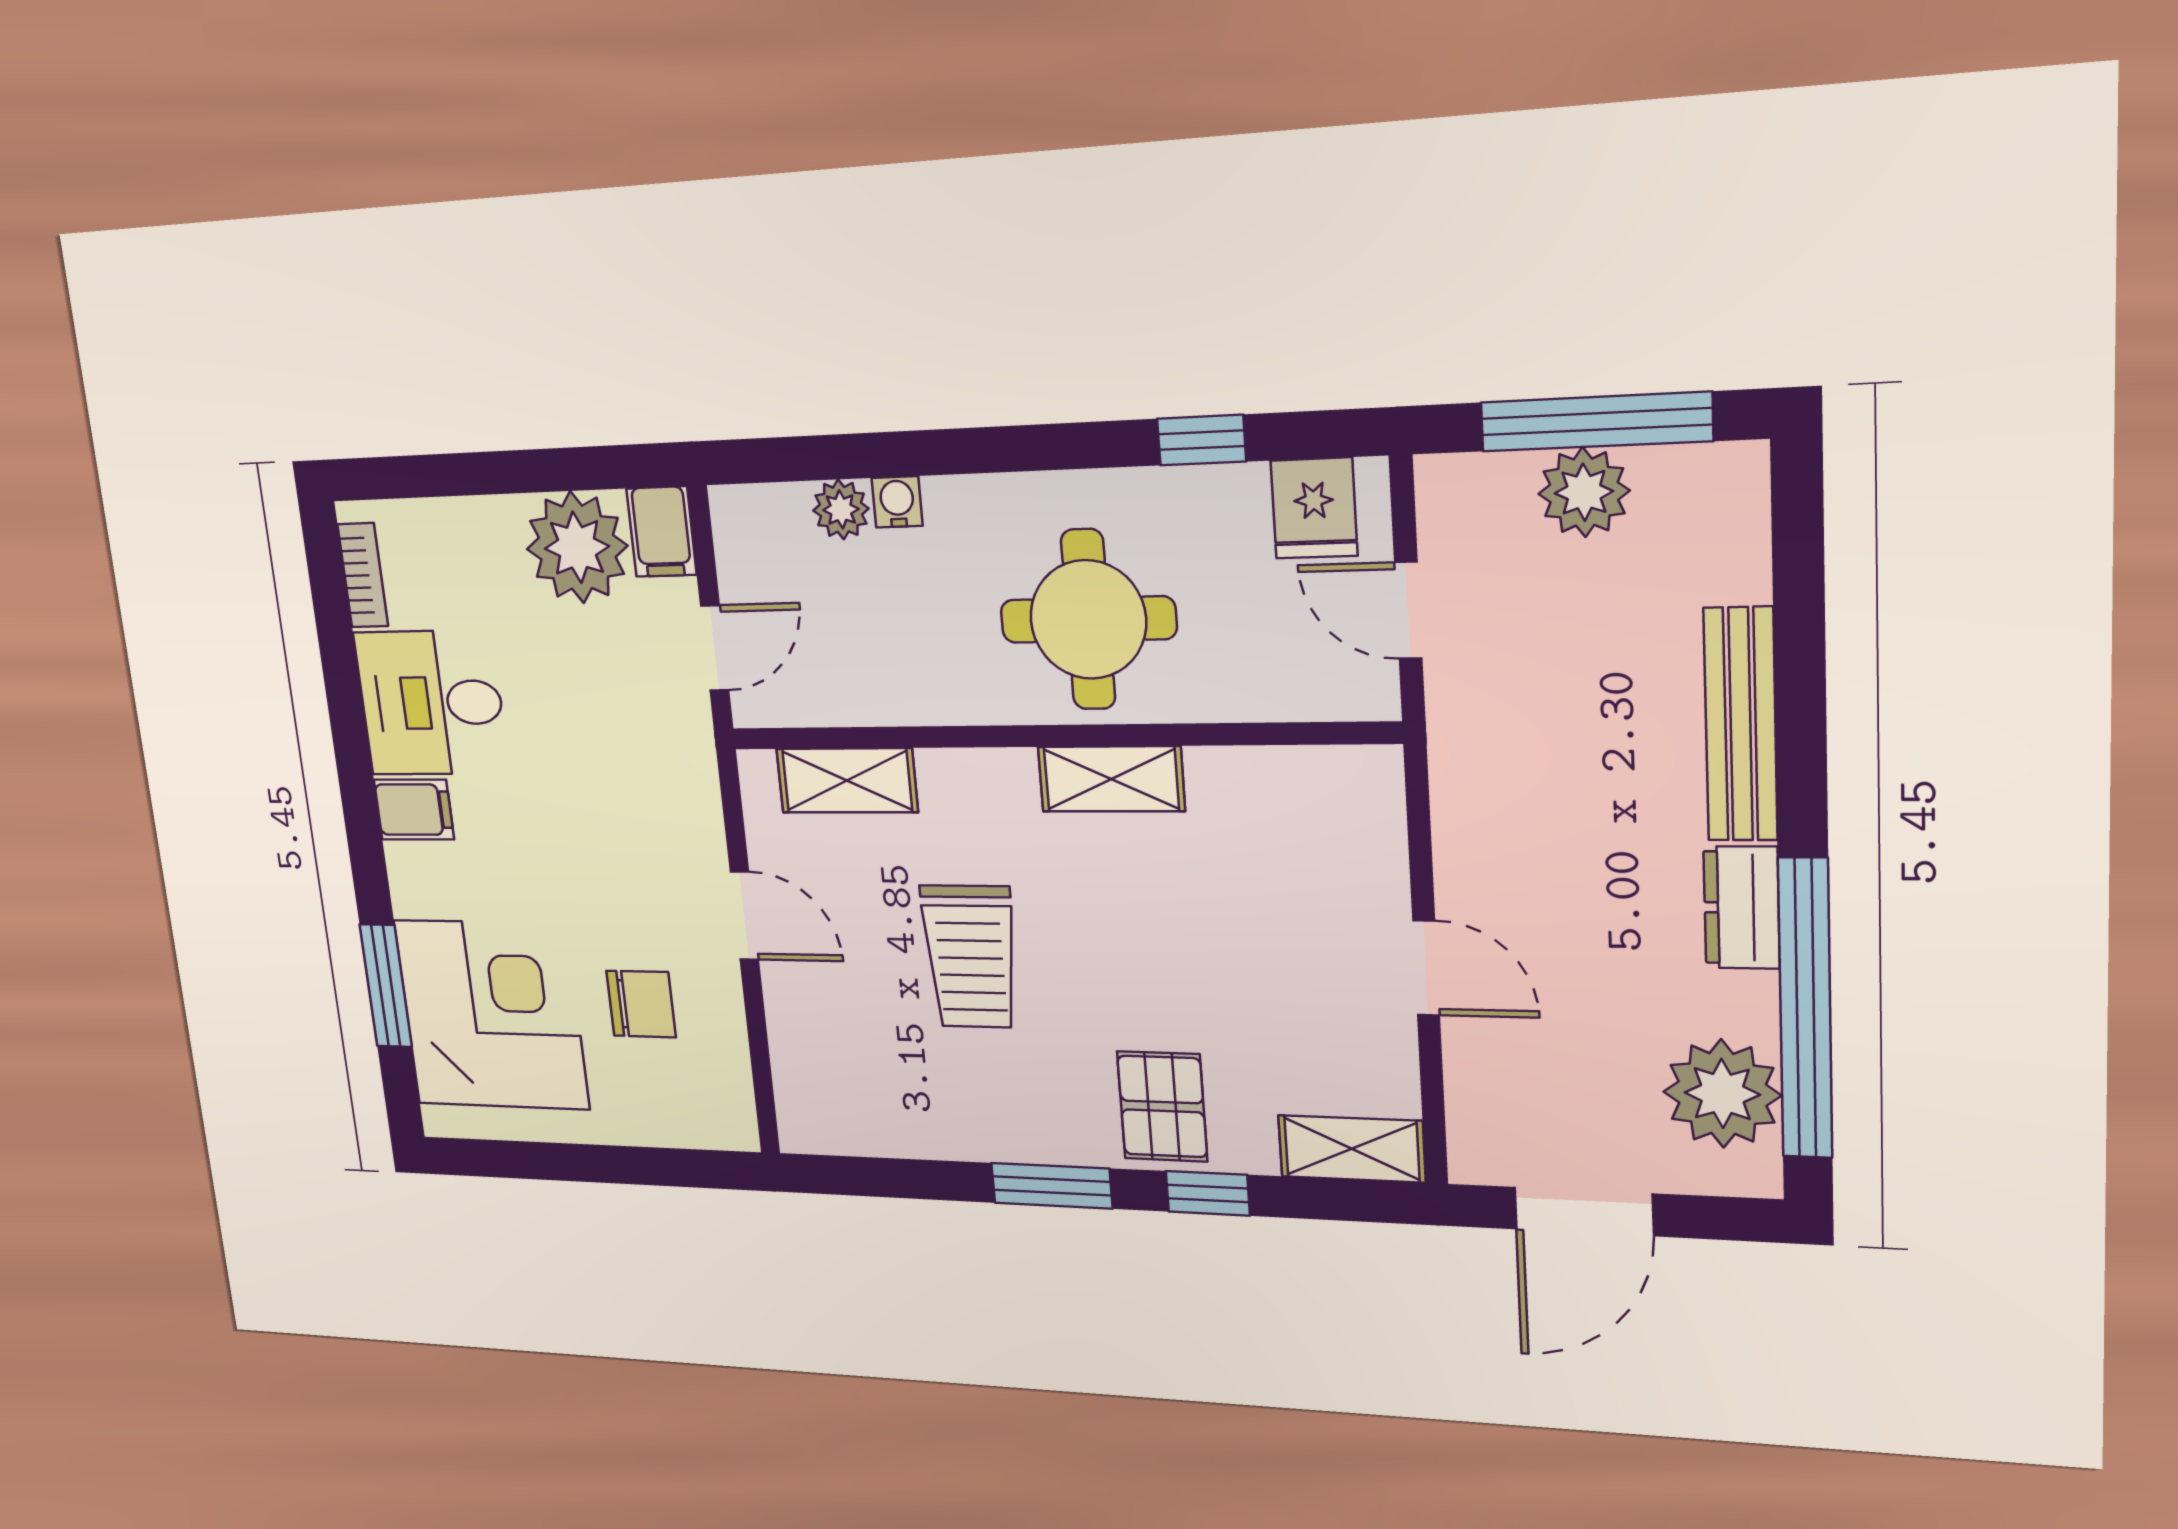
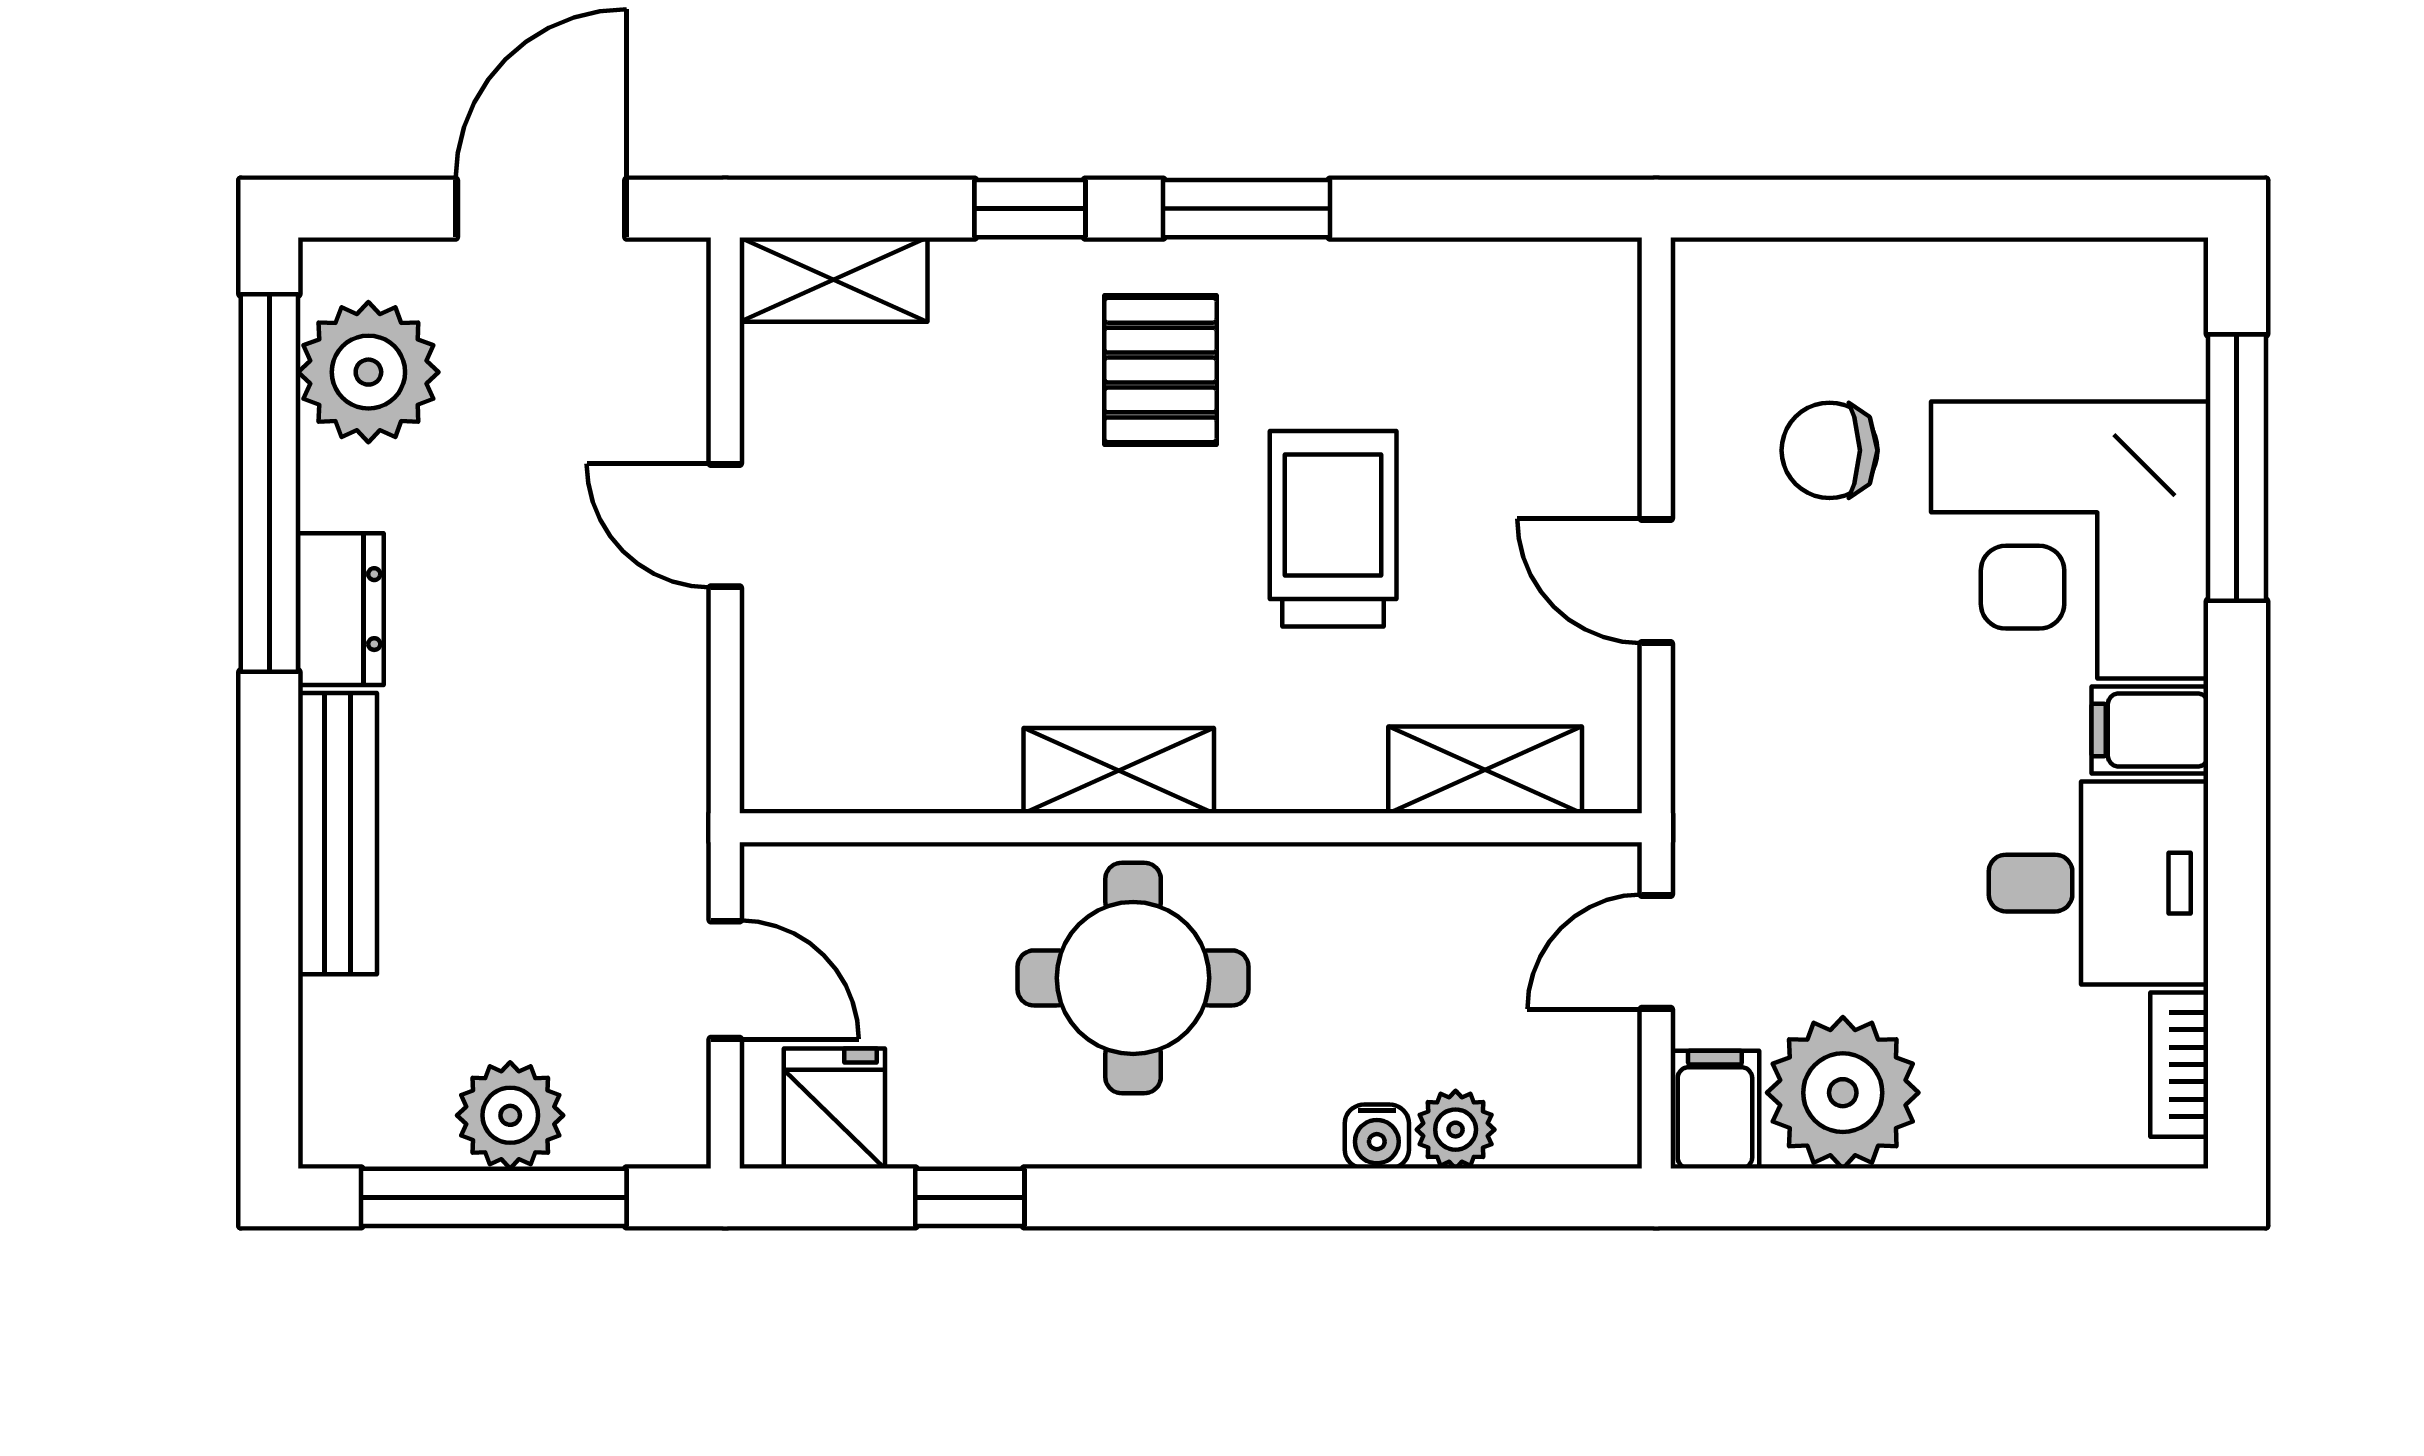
window: (386, 986) -> (2237, 468), width x1.44
corner desk: (491, 1015) -> (2070, 540), moved
pallet: (1162, 1106) -> (1160, 370), moved

